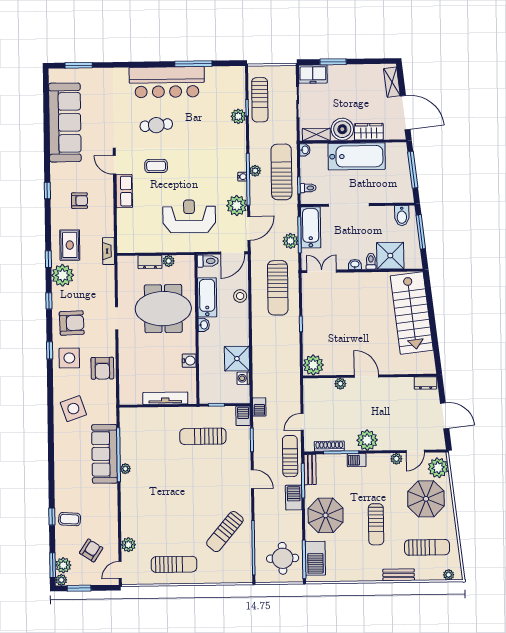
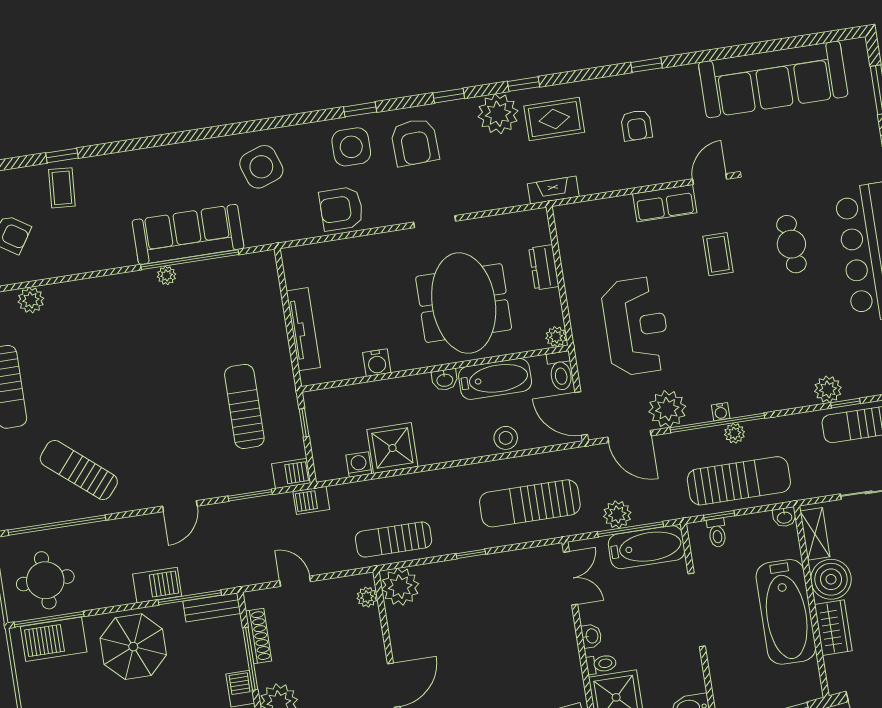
plant: (169, 261) -> (556, 337), moved
plant: (340, 384) -> (367, 597), moved
sun lounger: (290, 456) -> (394, 540), moved, turned 180

